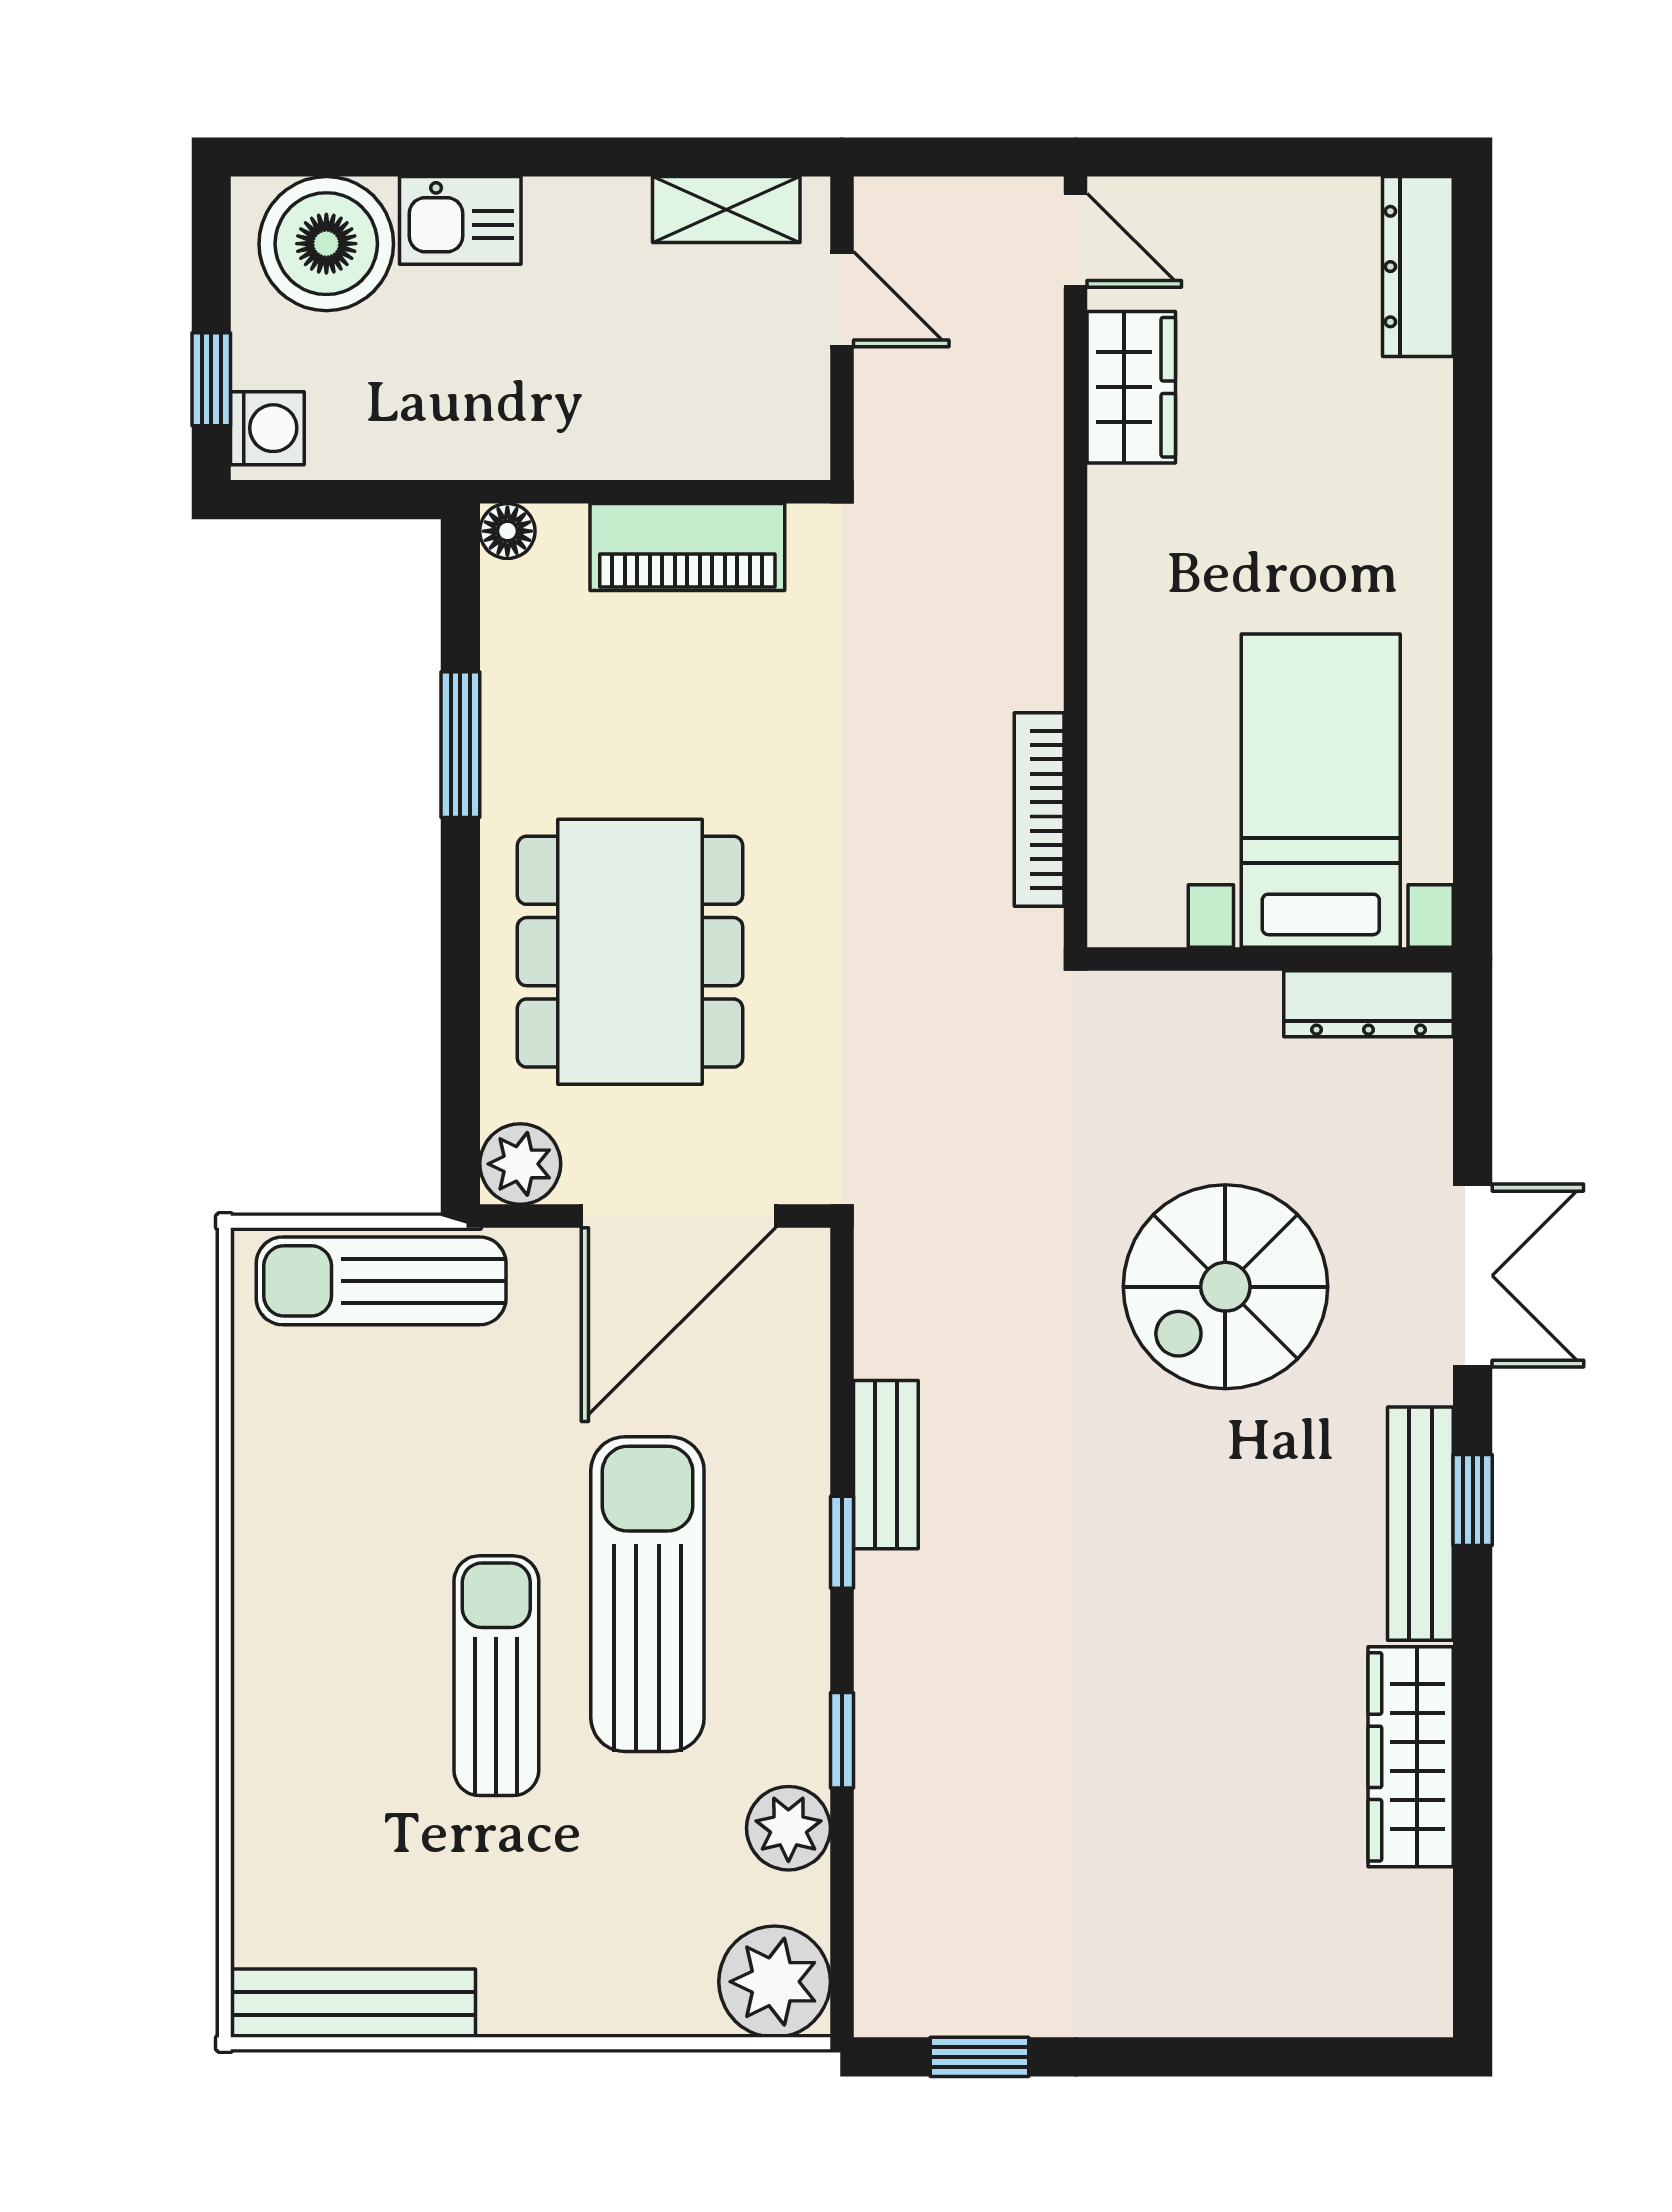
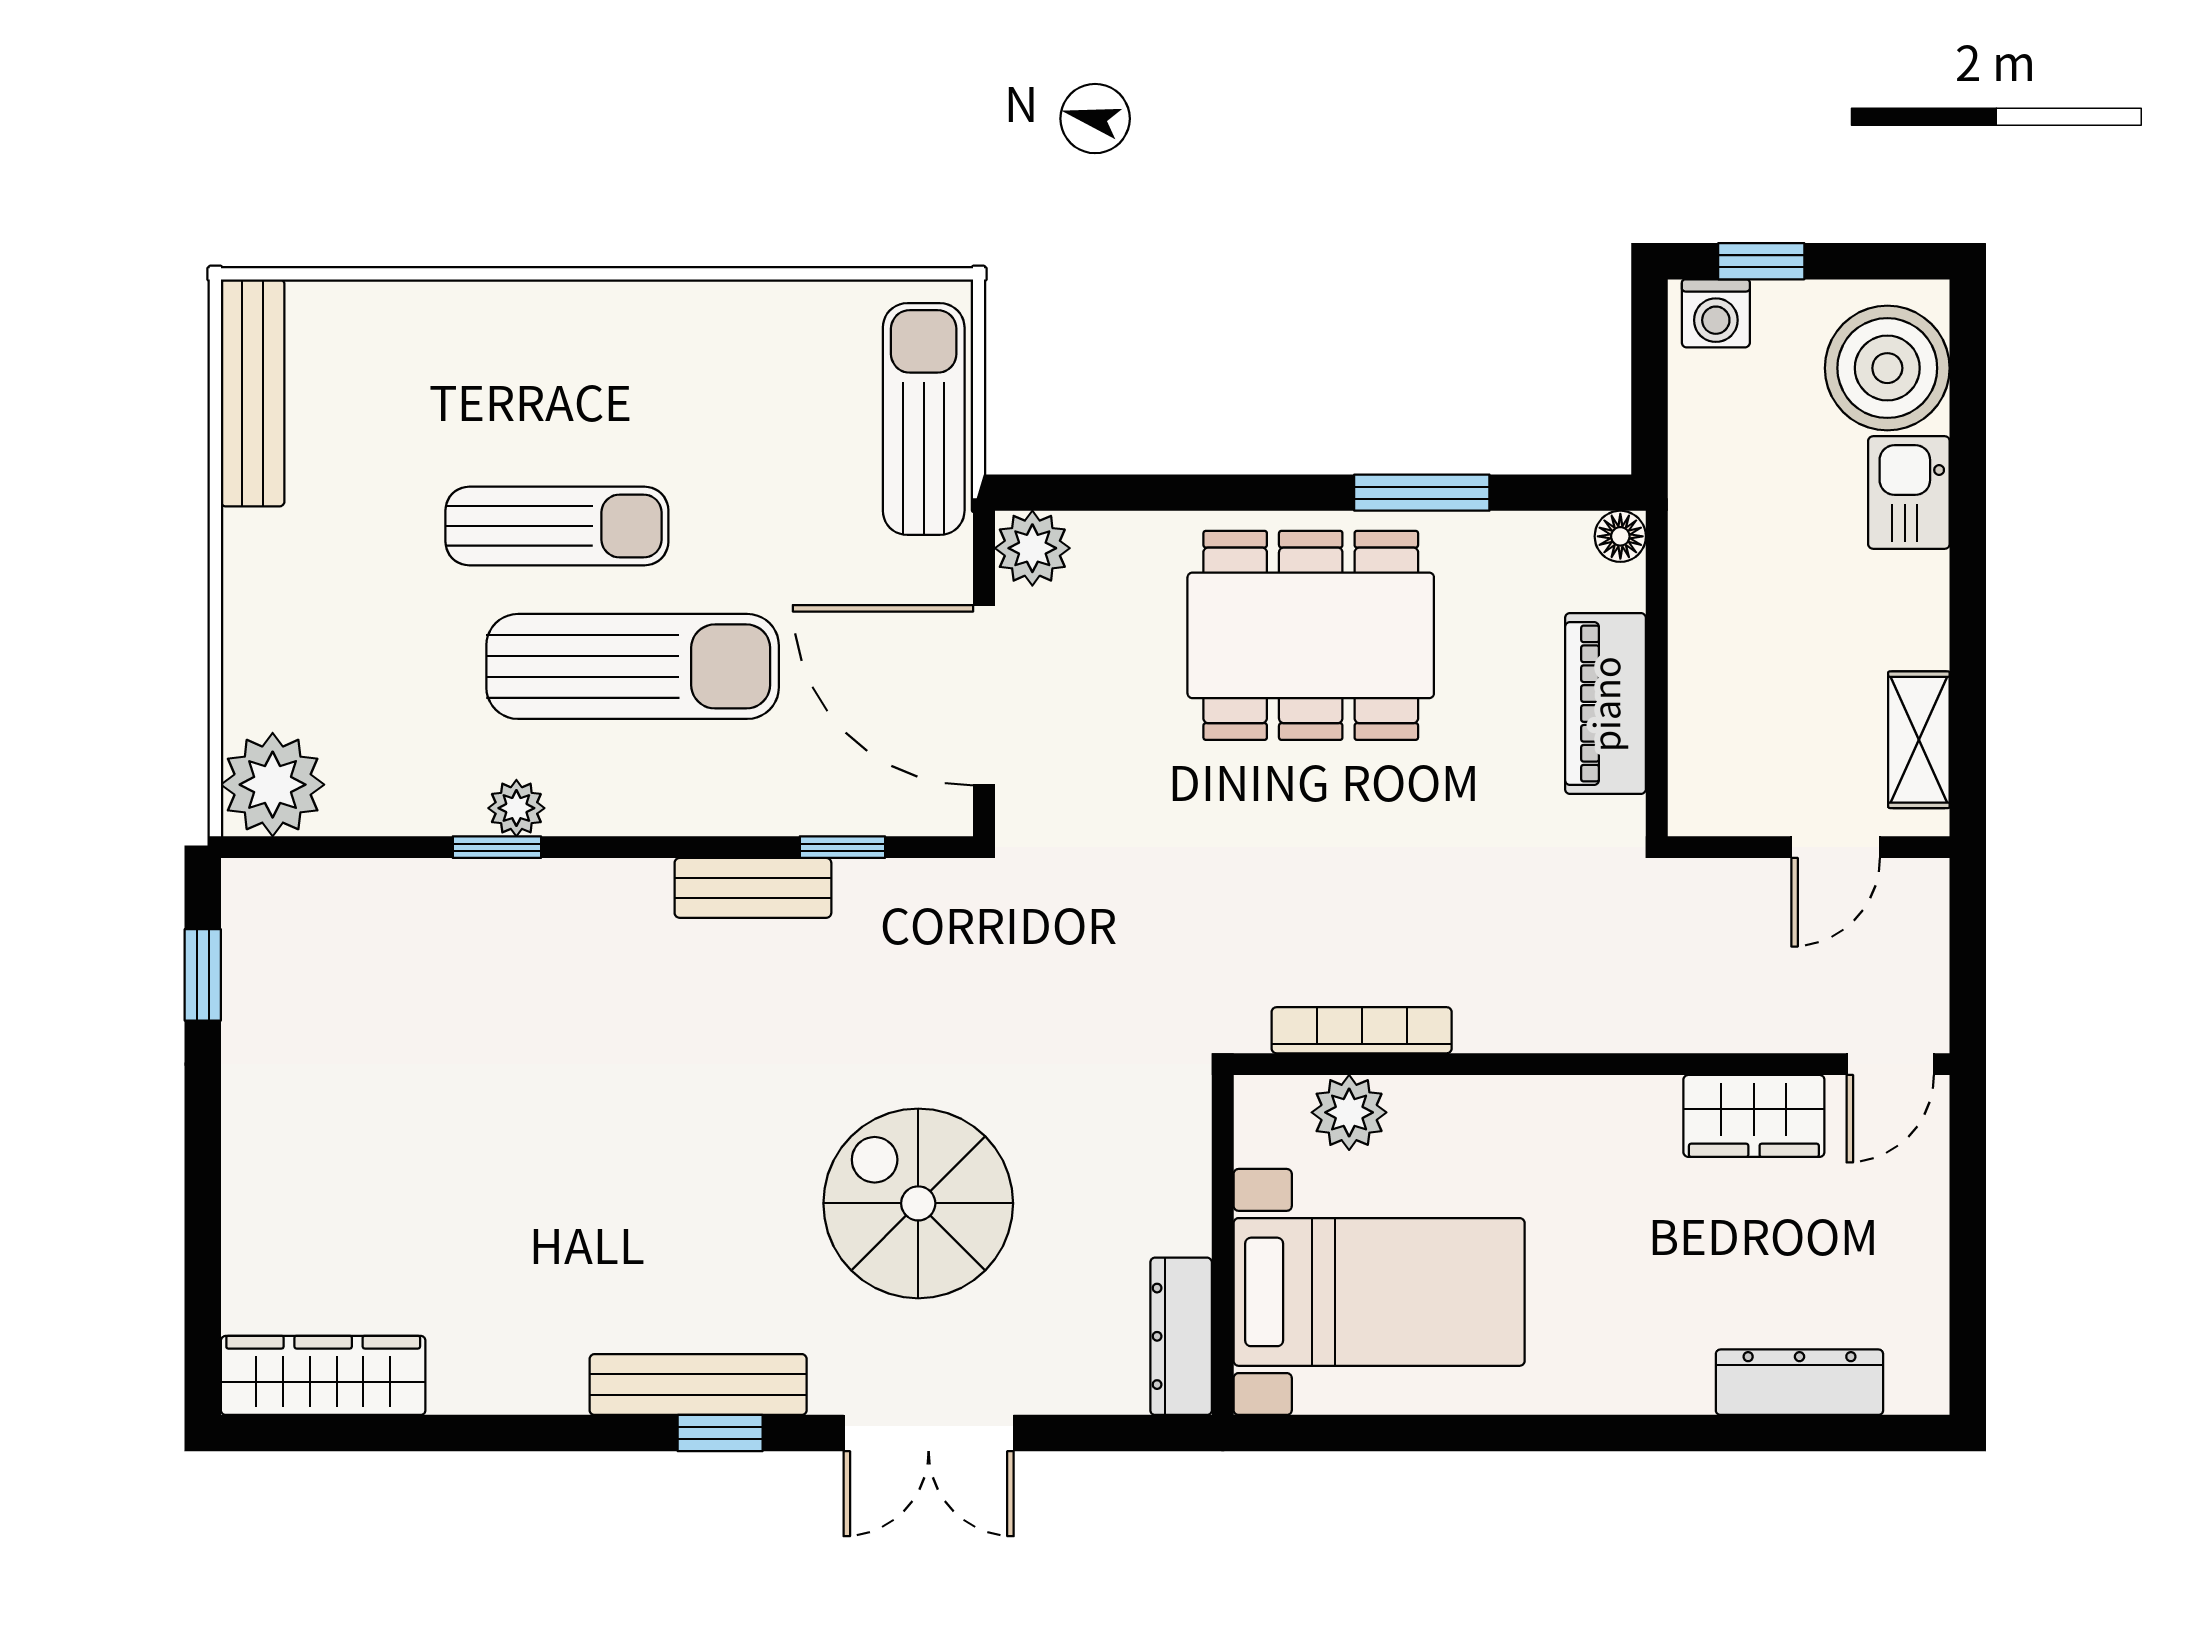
dresser: (1418, 267) -> (1799, 1382), moved
plant: (1128, 823) -> (1349, 1112), added
dining table: (630, 952) -> (1311, 635), moved
window: (842, 1542) -> (842, 847), moved
wardrobe: (1411, 1757) -> (323, 1375), moved
plant: (788, 1828) -> (516, 808), moved, width x0.73, depth x0.73

